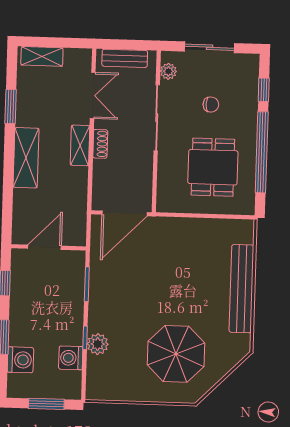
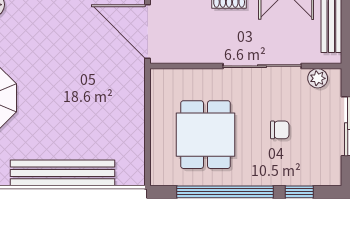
chair: (211, 105) -> (280, 130), turned -90
dining table: (213, 167) -> (206, 135), turned 90

